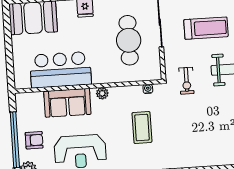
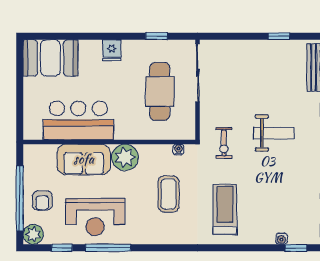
treadmill: (206, 28) -> (225, 209), moved, turned -90
plant: (102, 93) -> (125, 157), width x1.88, depth x1.88
armchair: (34, 140) -> (42, 200), turned 90

